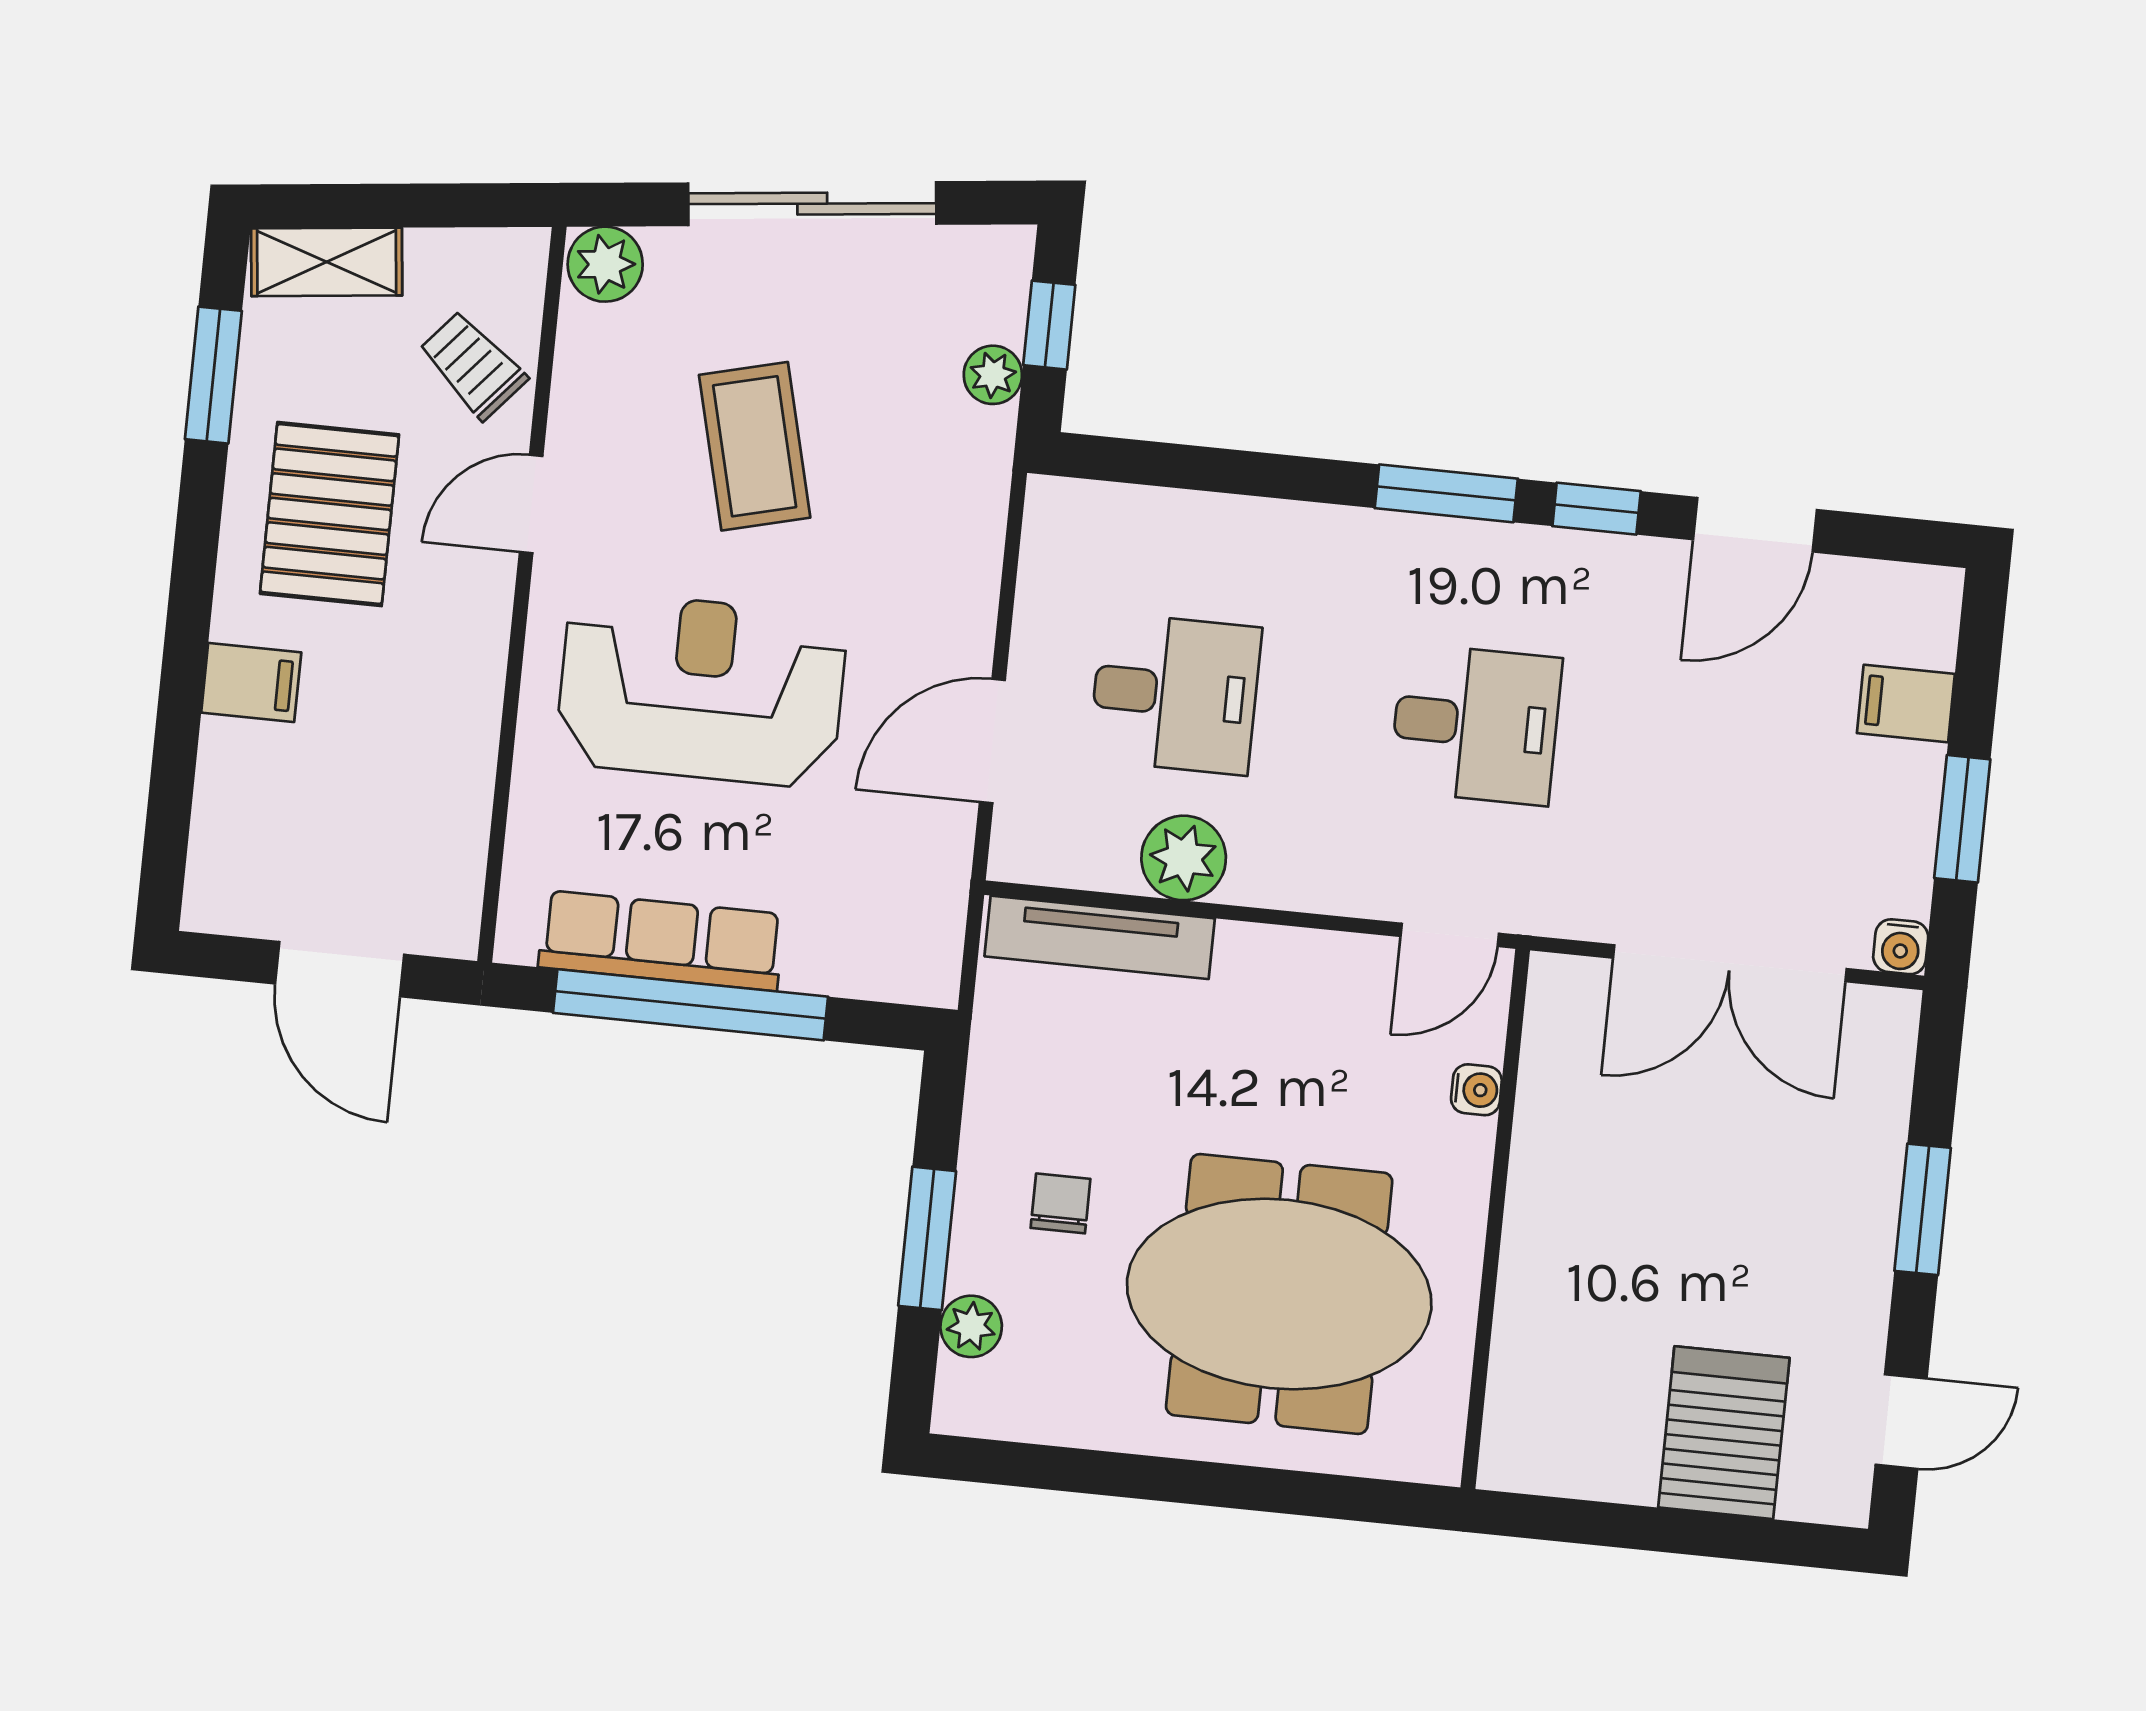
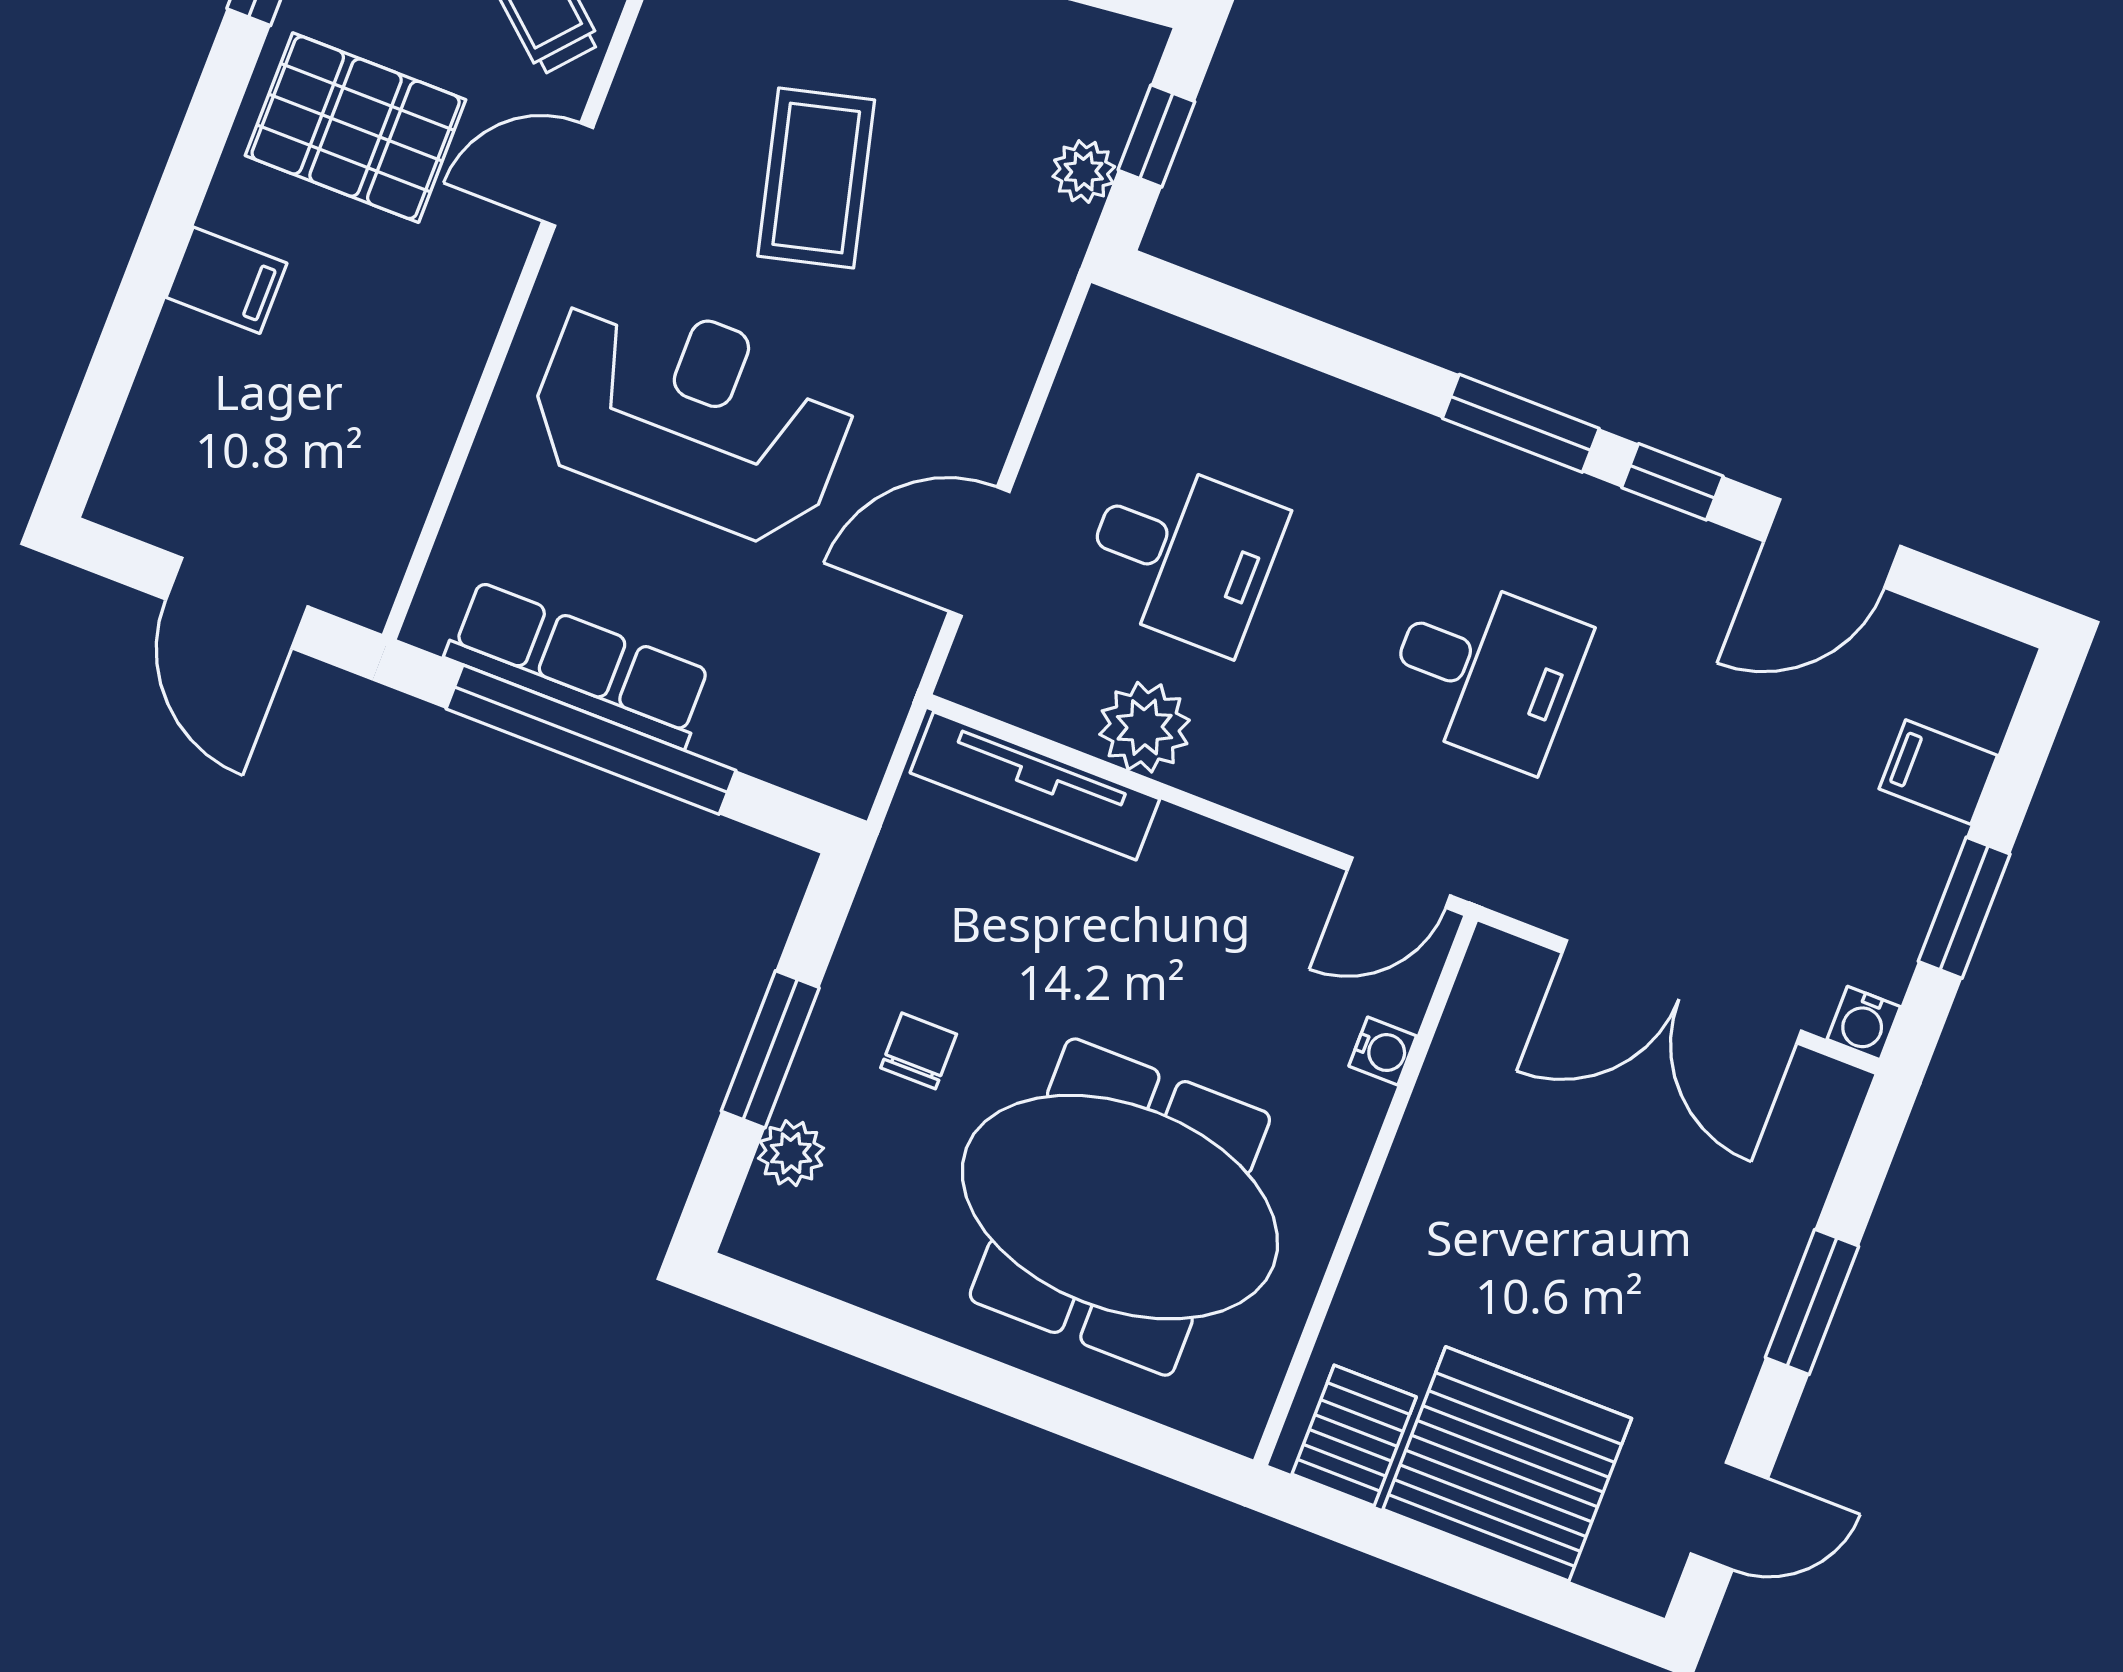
pallet: (329, 514) -> (356, 128), turned 90
server rack: (1724, 1433) -> (1507, 1464), width x1.60
server rack: (1545, 1441) -> (1354, 1436), added

